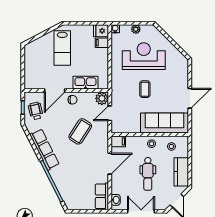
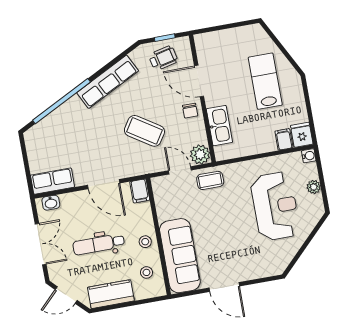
lab bench: (62, 48) -> (265, 81), turned 90
coffee table: (145, 89) -> (210, 180), moved

